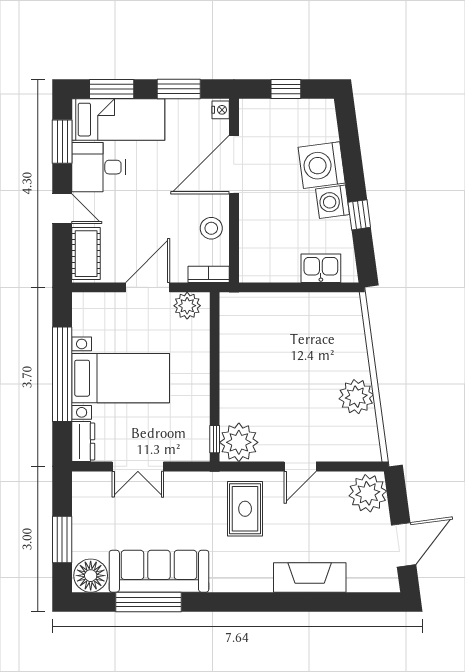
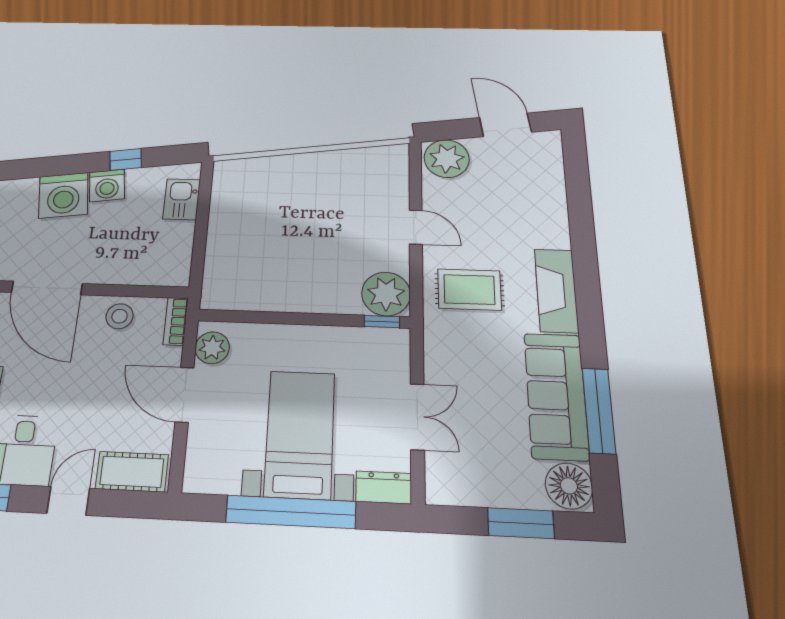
plant: (356, 397) -> (333, 167), removed
fireplace: (310, 577) -> (556, 290), moved

